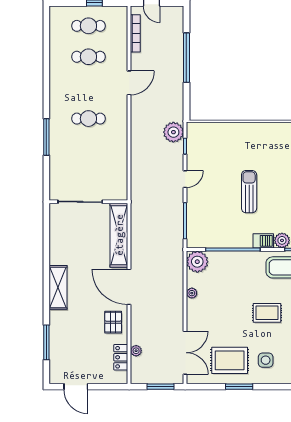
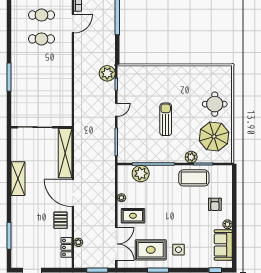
door: (129, 83) -> (73, 24), moved
cafe table: (88, 119) -> (41, 39), moved
barbecue: (263, 241) -> (177, 157), removed
plant: (197, 262) -> (141, 173), moved
shelving: (58, 287) -> (18, 179), moved
rug: (267, 313) -> (133, 216), moved

